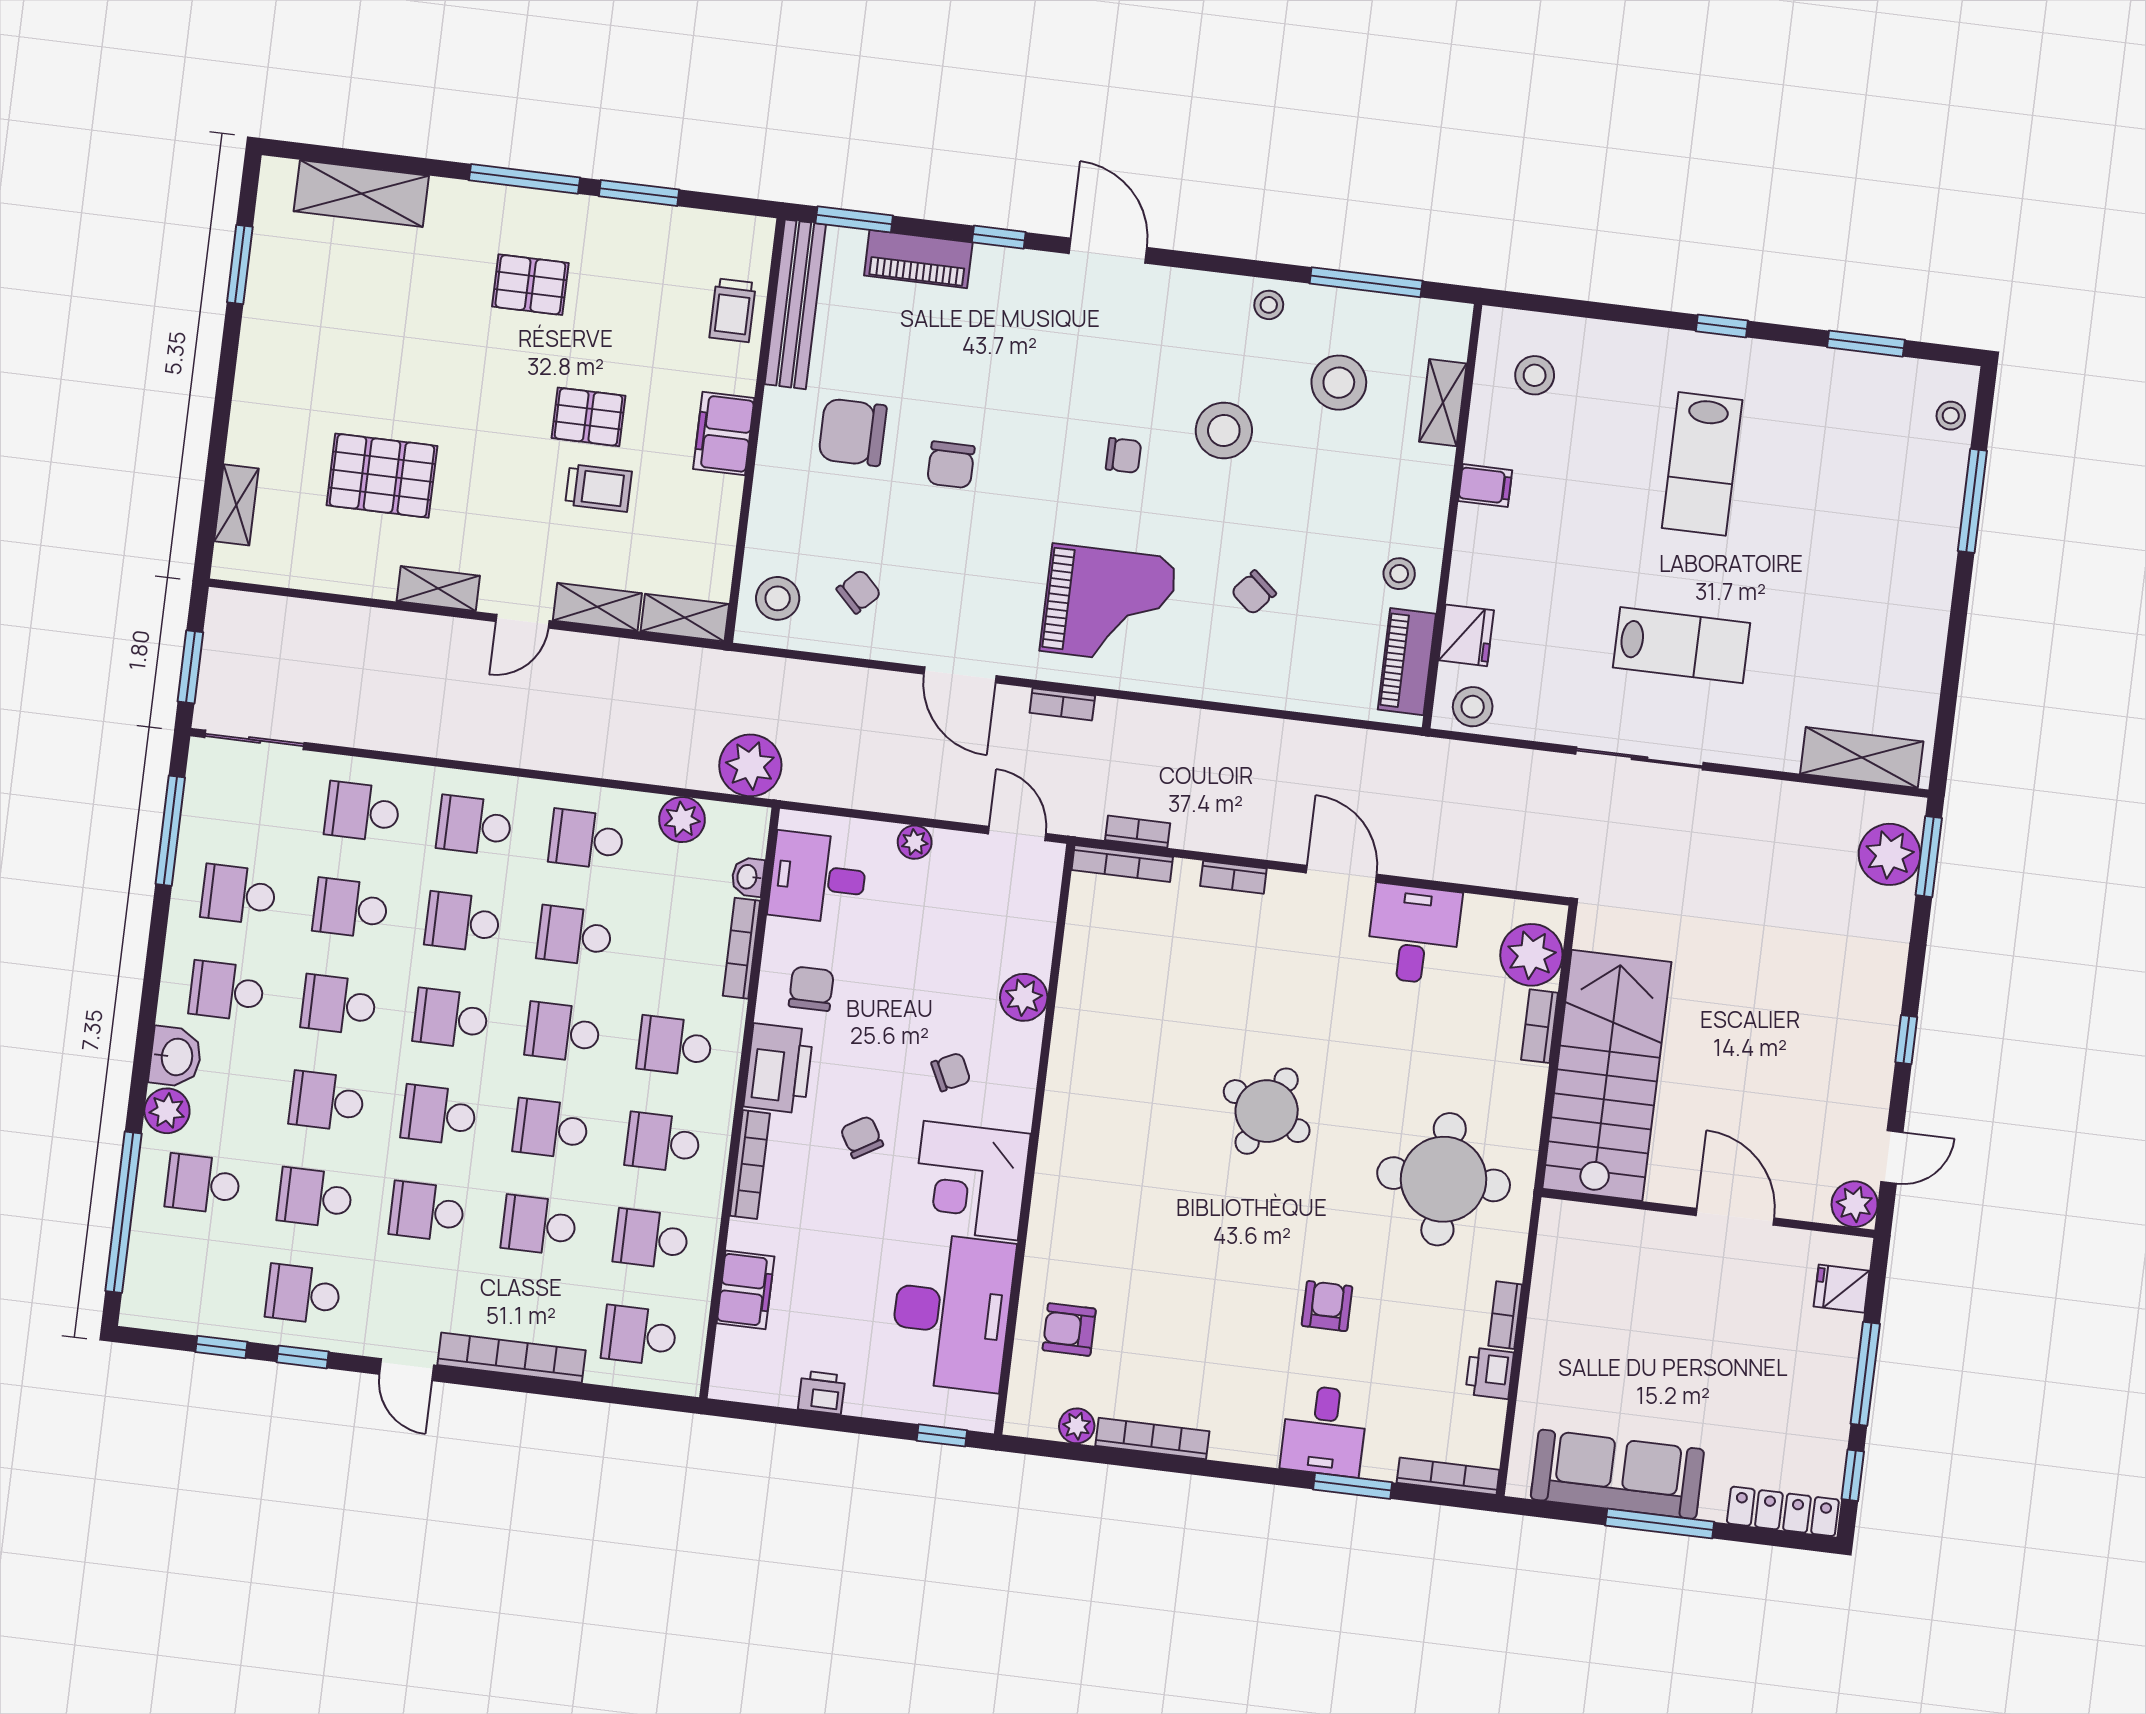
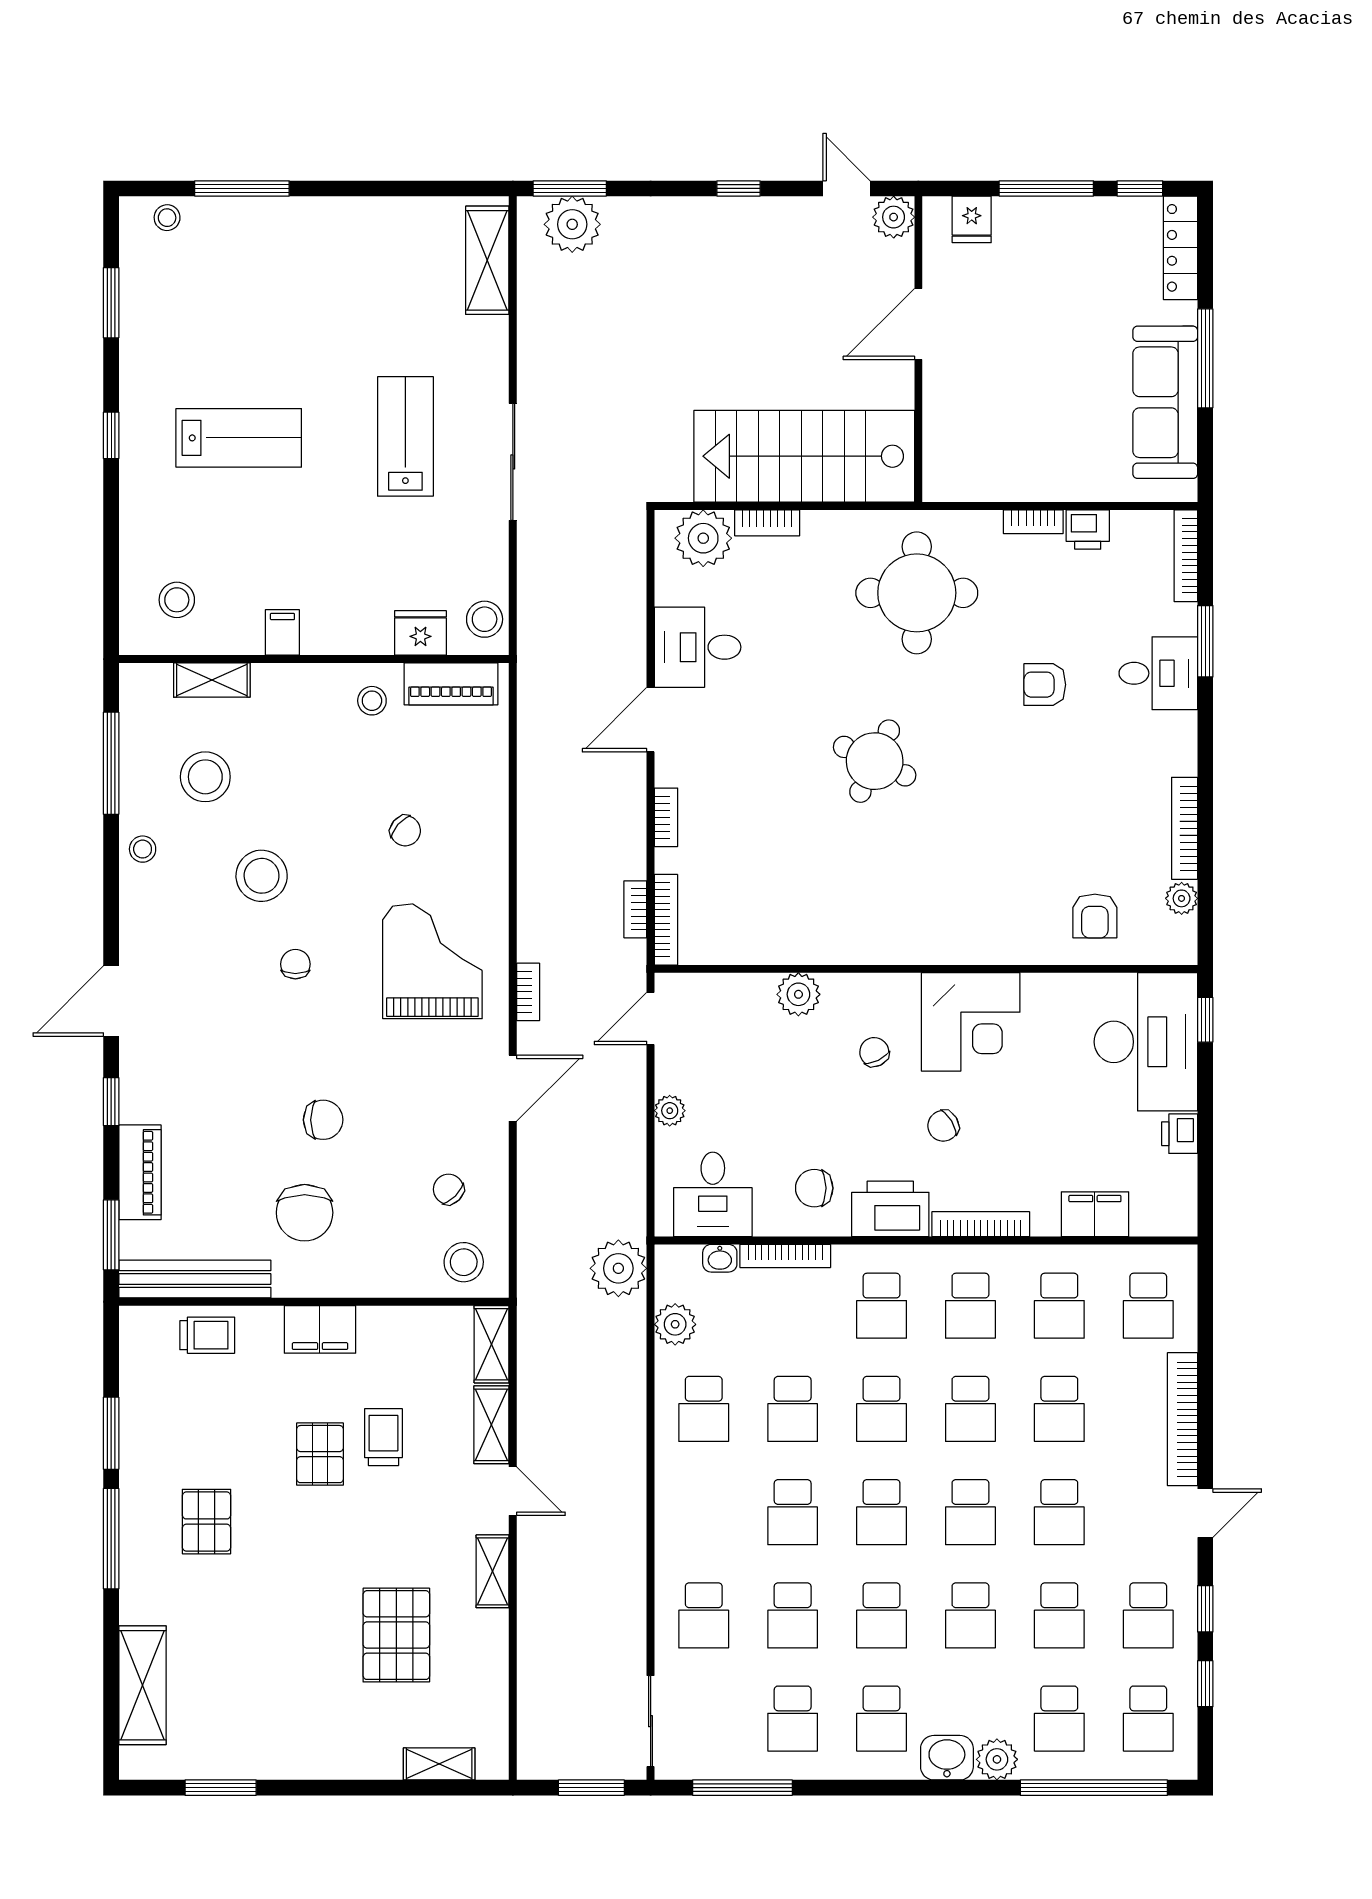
school desk: (474, 826) -> (1148, 1719), moved
desk: (952, 1312) -> (1146, 1042), moved, turned 90

